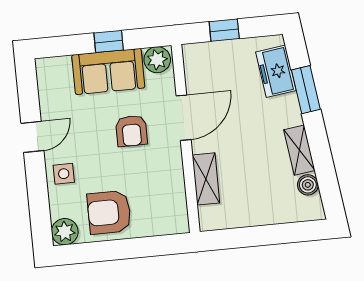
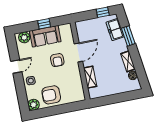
window: (224, 30) -> (103, 12), moved
plant: (157, 60) -> (24, 37), moved

